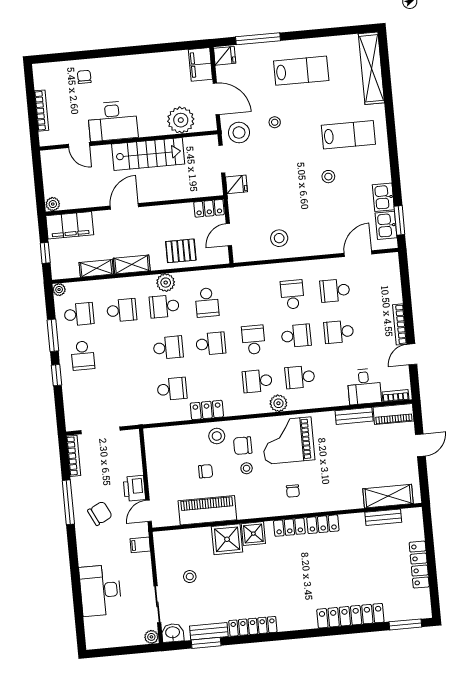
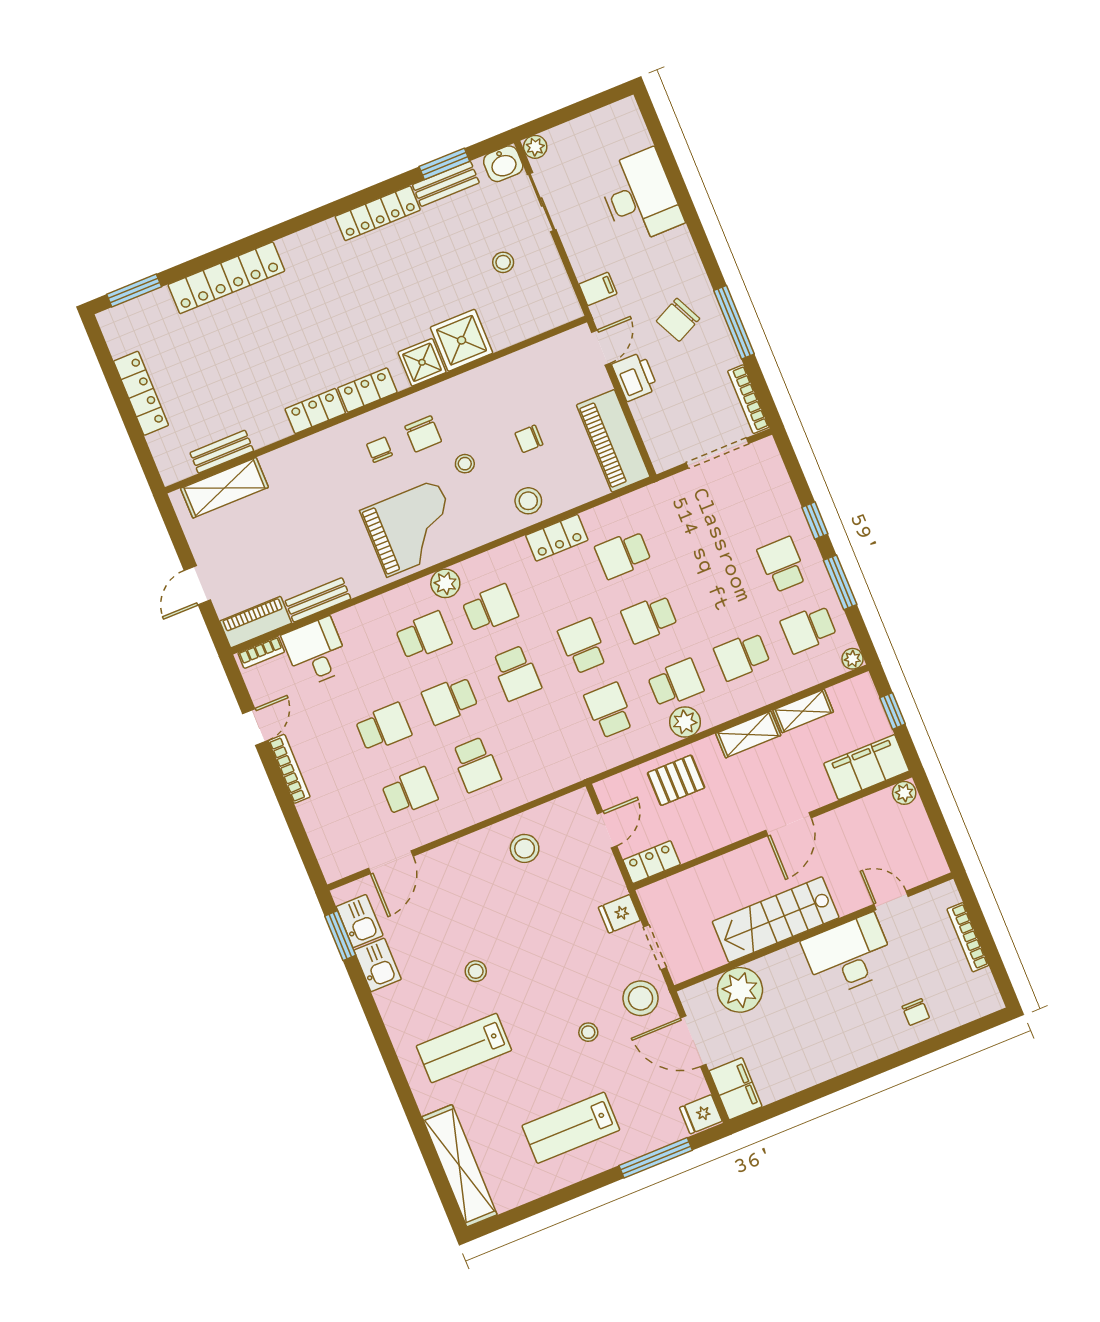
school desk: (211, 344) -> (583, 646), turned 90
chair: (243, 446) -> (423, 434), moved, turned 90
piano: (207, 510) -> (613, 441), moved, turned 90

